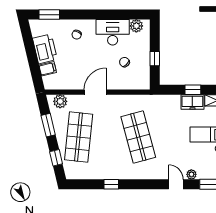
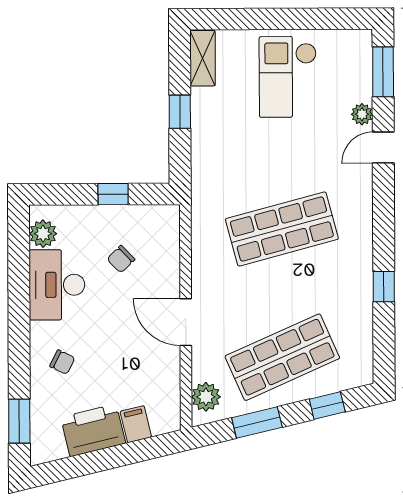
freezer: (192, 102) -> (206, 113), removed
shop shelf: (79, 137) -> (282, 357), turned -30

